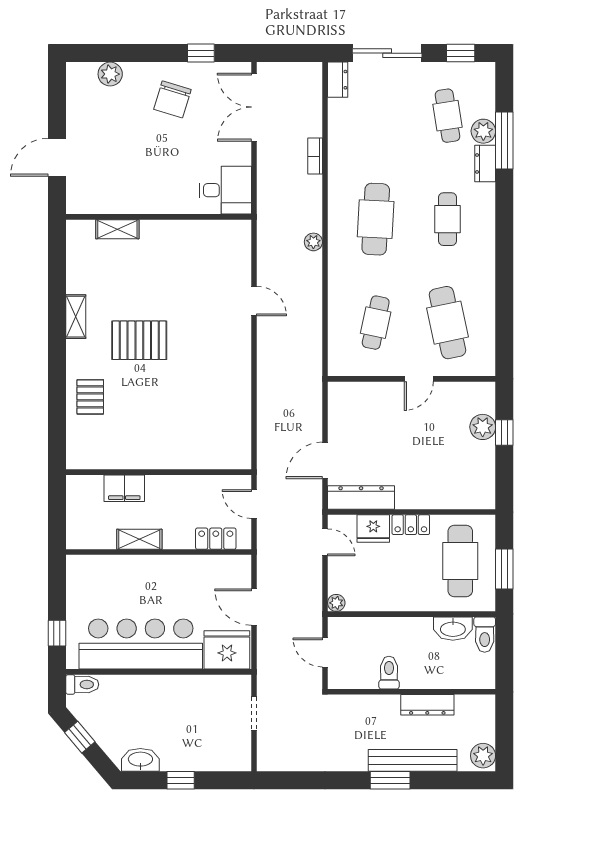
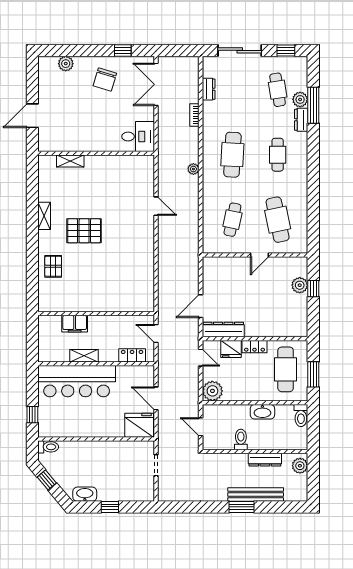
dresser: (338, 80) -> (209, 89), moved
plant: (336, 603) -> (212, 391), width x1.88, depth x1.88
washbasin: (453, 629) -> (262, 412), moved
bar counter: (141, 644) -> (77, 381), moved, turned 180
plant: (483, 756) -> (300, 466), moved

